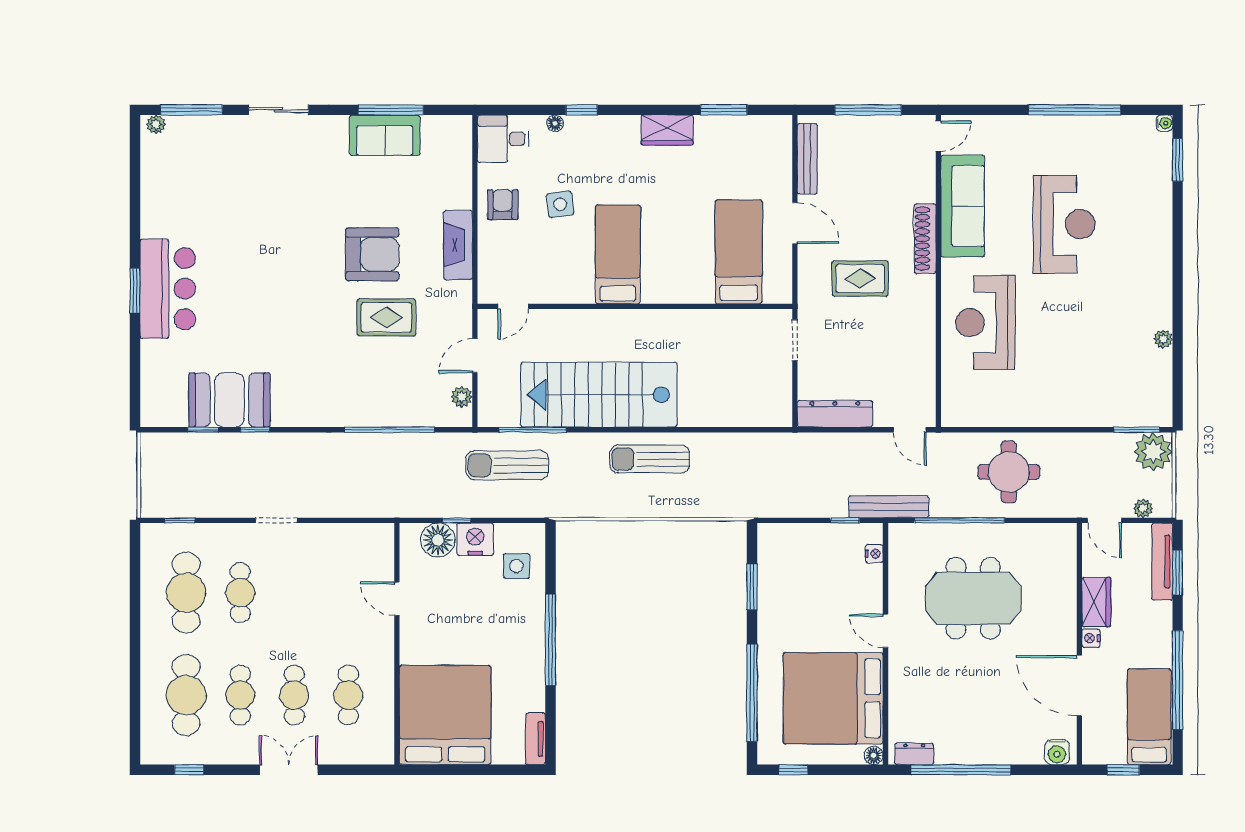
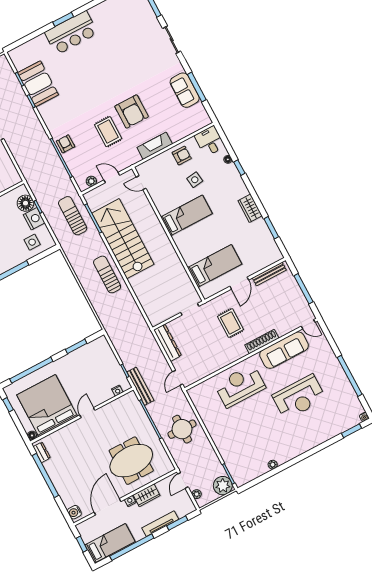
armchair: (367, 408) -> (66, 144), added
tv unit: (1162, 562) -> (160, 524), moved
meeting table: (973, 598) -> (131, 461), moved, turned 90

